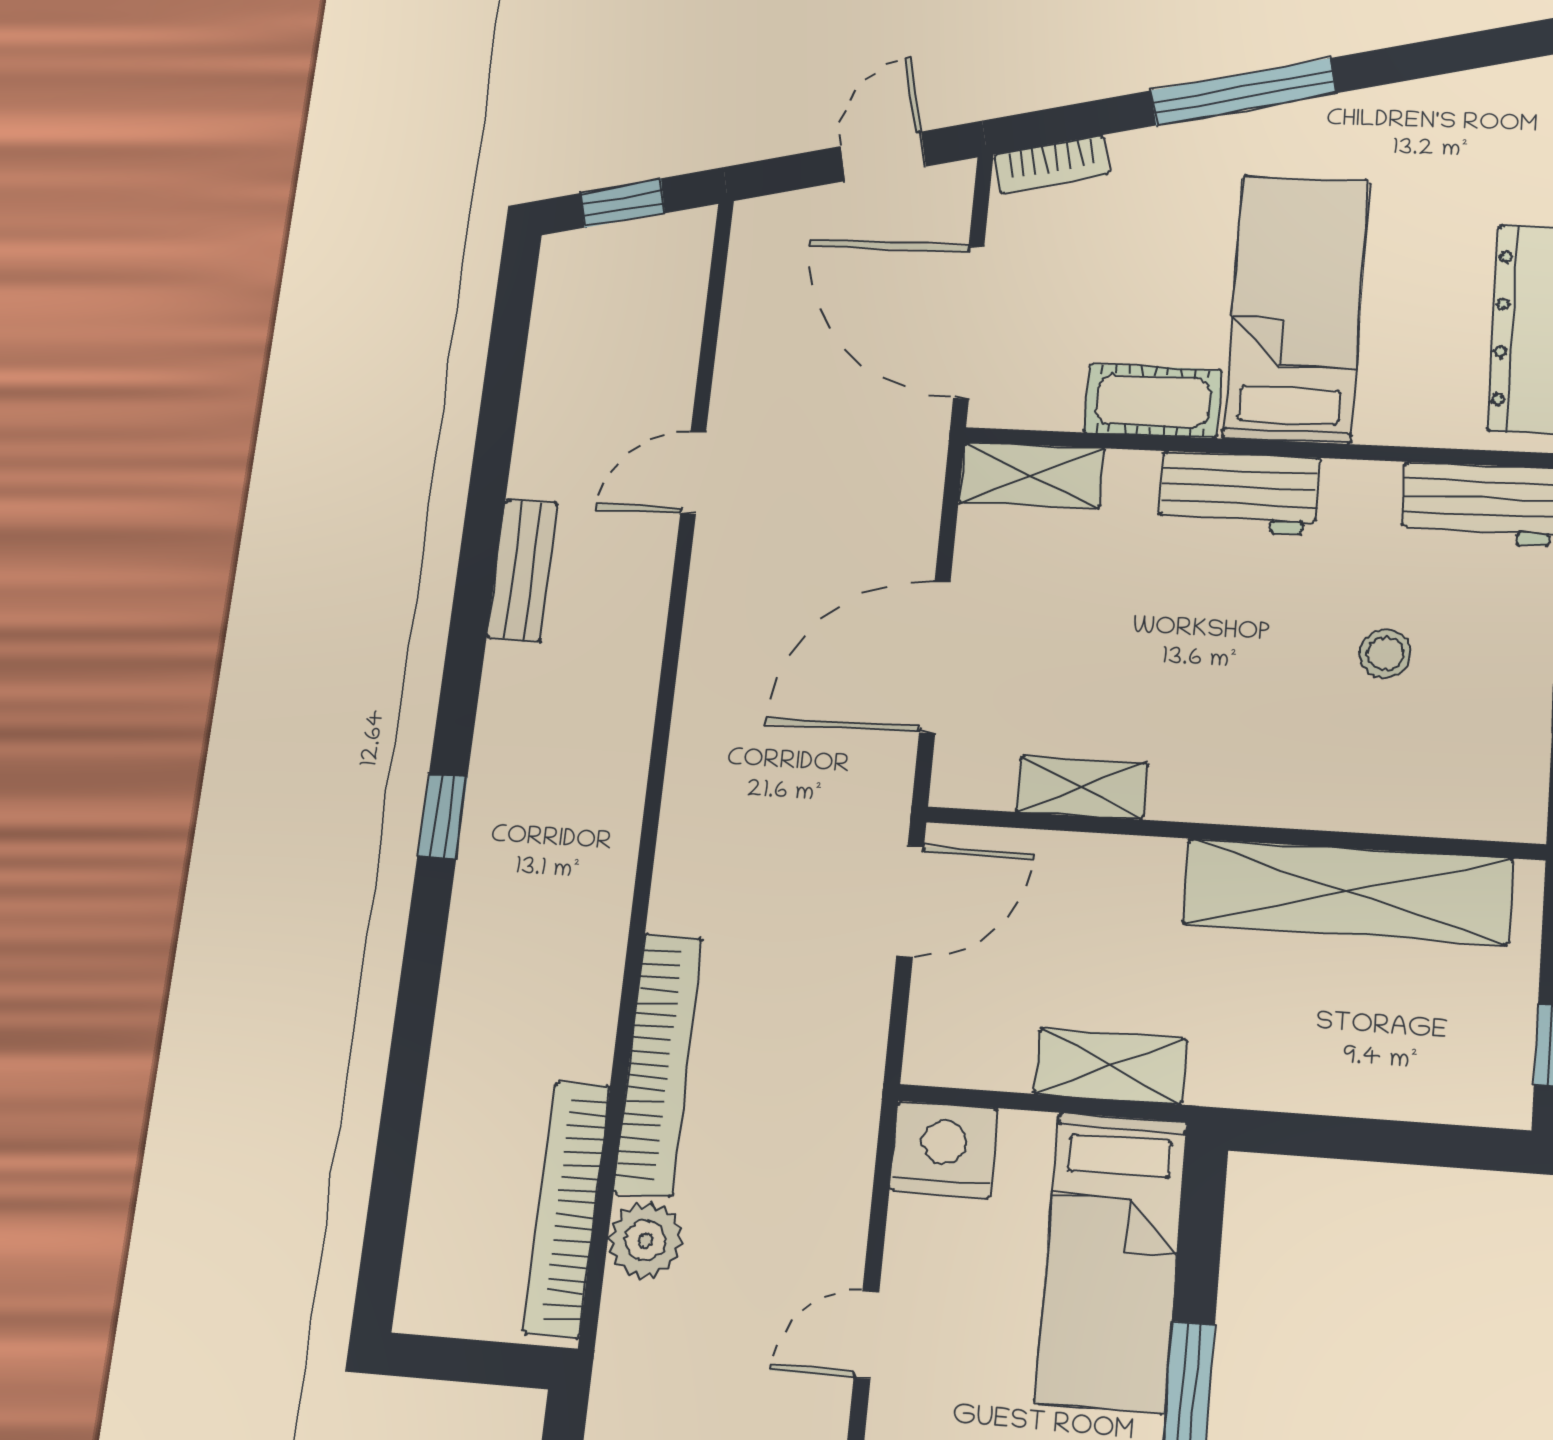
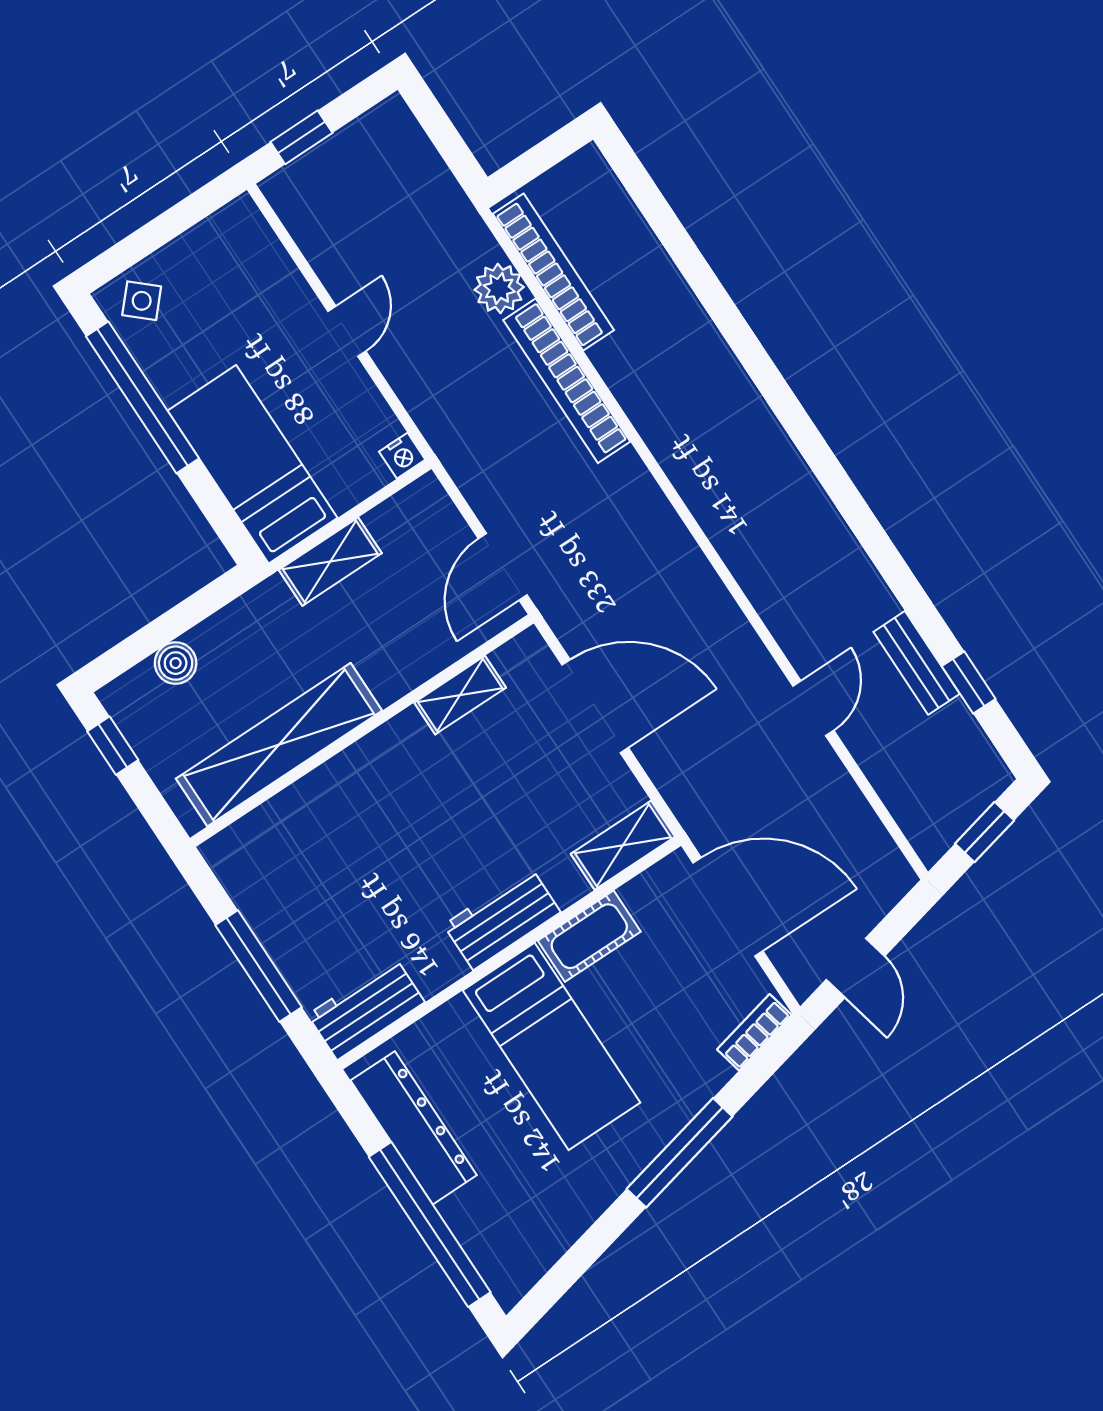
bench: (523, 570) -> (917, 663), moved
stool: (1385, 653) -> (356, 887), removed
door: (935, 657) -> (595, 706), hinge flipped
window: (442, 817) -> (969, 682), moved
boiler: (1399, 1088) -> (176, 663), added
nightstand: (943, 1149) -> (402, 456), width x0.53, depth x0.56

